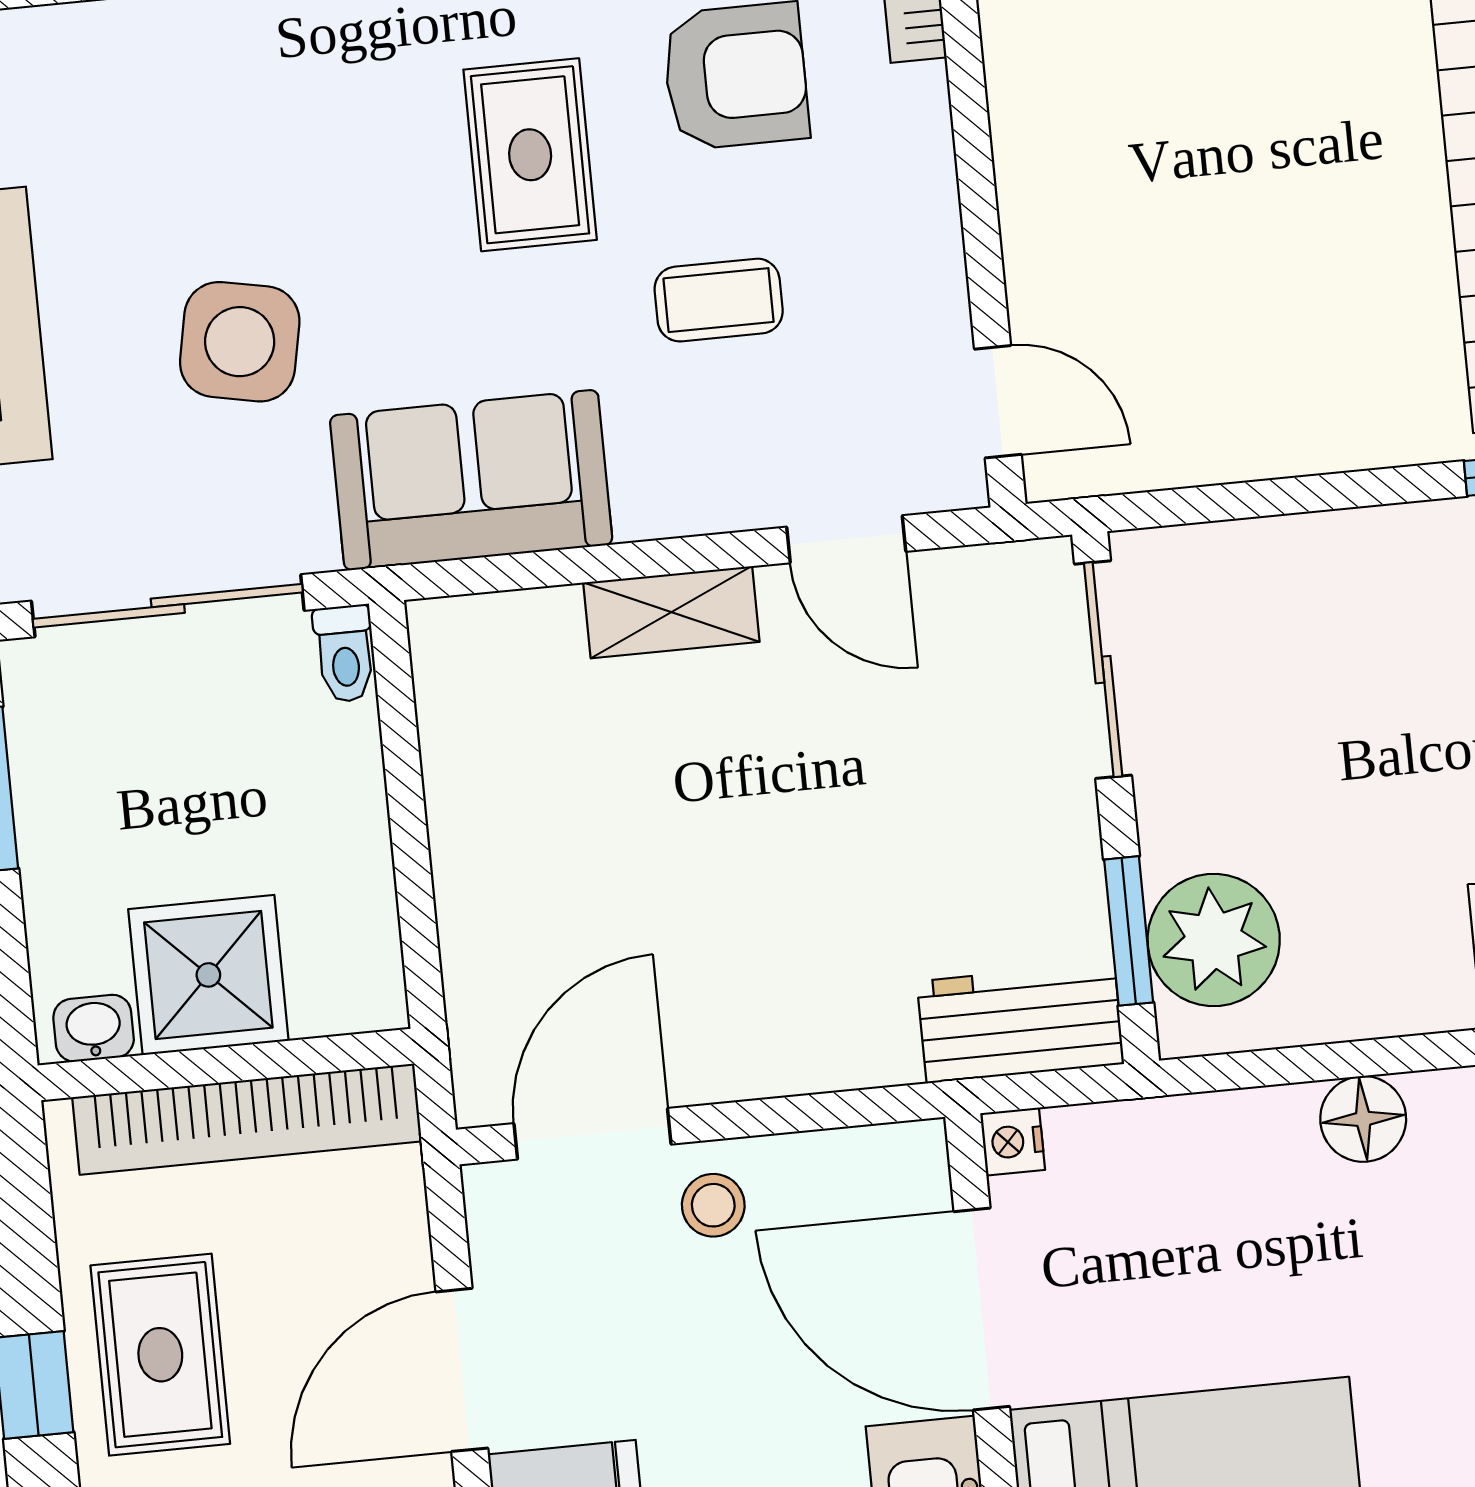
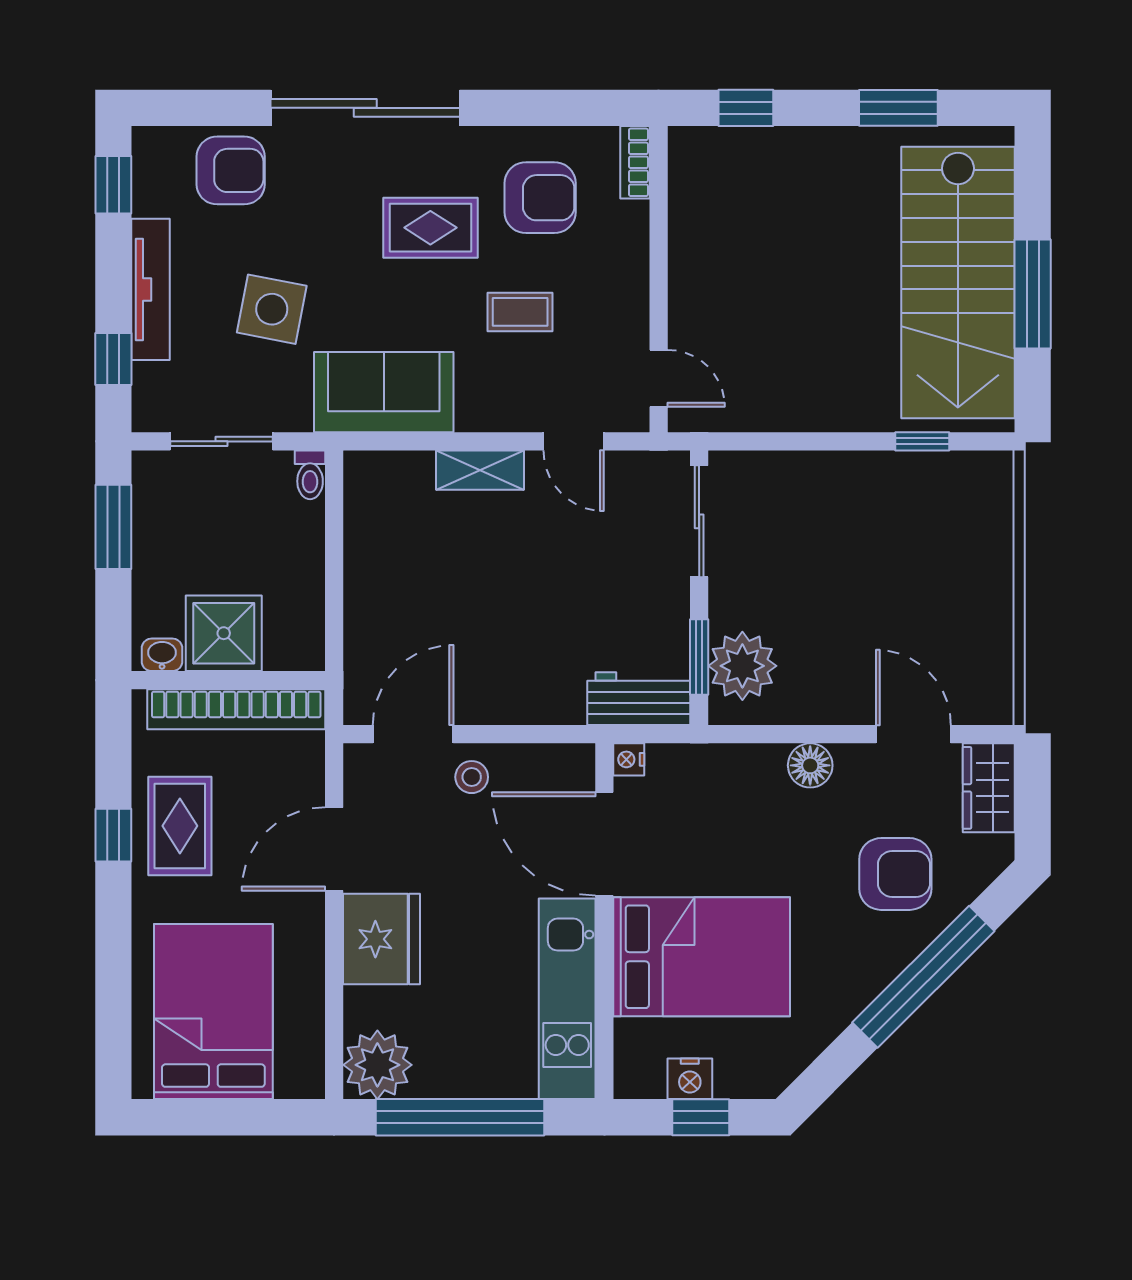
armchair: (134, 82) -> (231, 170), added
rug: (530, 155) -> (430, 228), turned 90
sliding door: (168, 606) -> (221, 441), width x0.73

